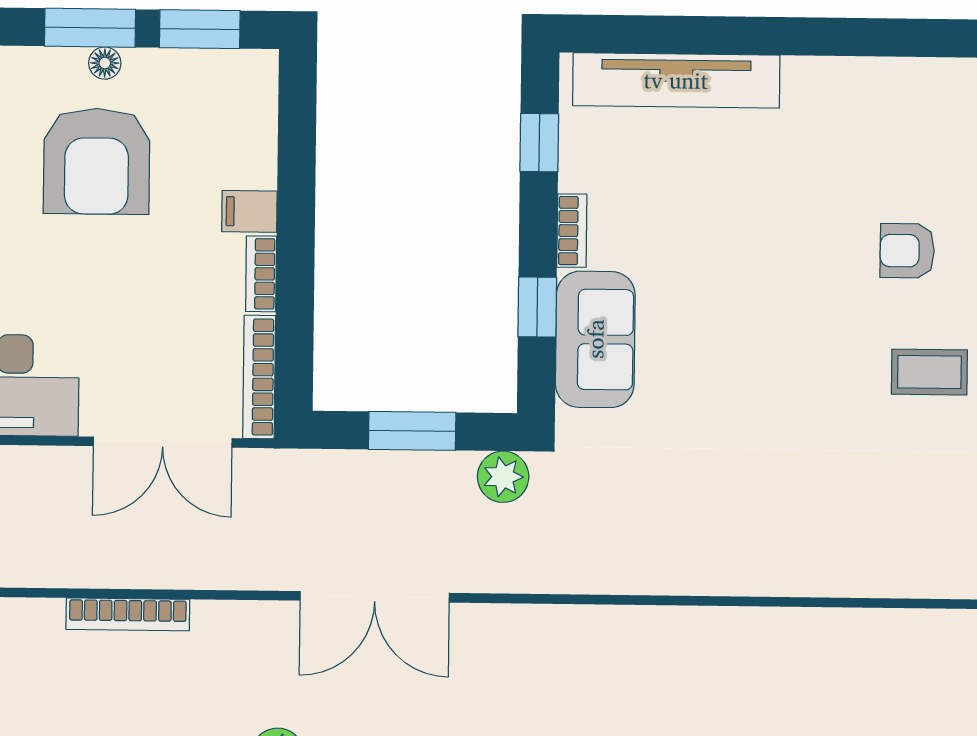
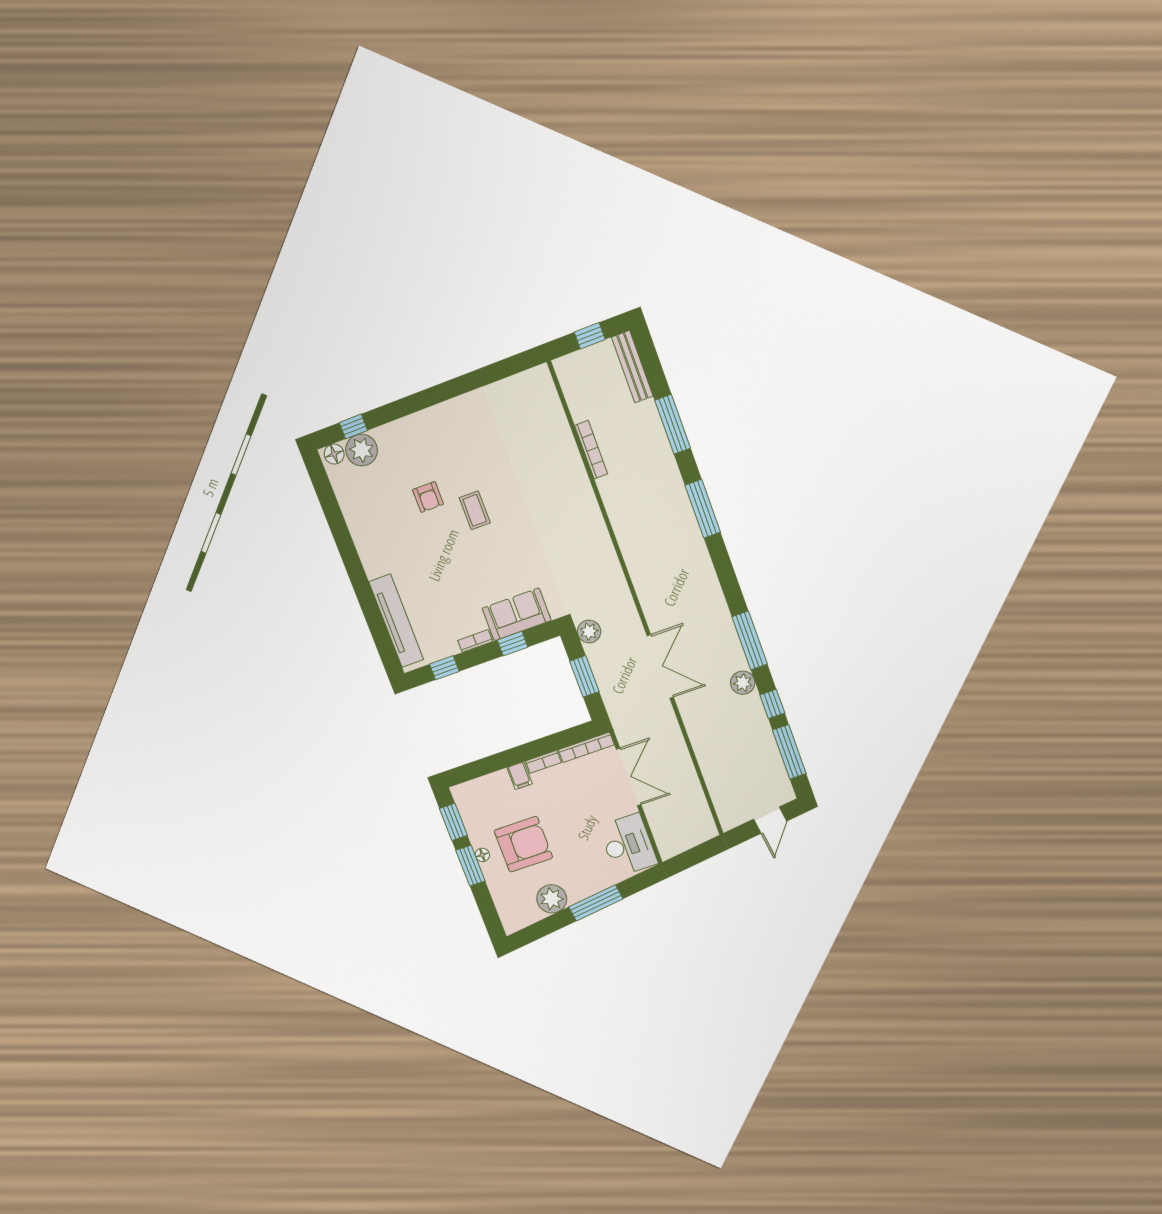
coffee table: (929, 372) -> (475, 510), moved
bookcase: (128, 614) -> (591, 450), moved

